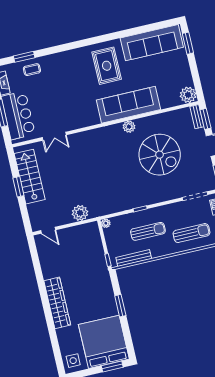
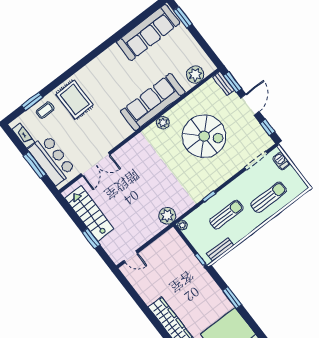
rug: (107, 66) -> (75, 100), moved
plant: (188, 95) -> (195, 75), moved
double door: (54, 136) -> (95, 164), width x1.37
window: (18, 187) -> (91, 239), moved
plant: (80, 213) -> (167, 216), moved
bench: (134, 258) -> (220, 249), width x0.73

